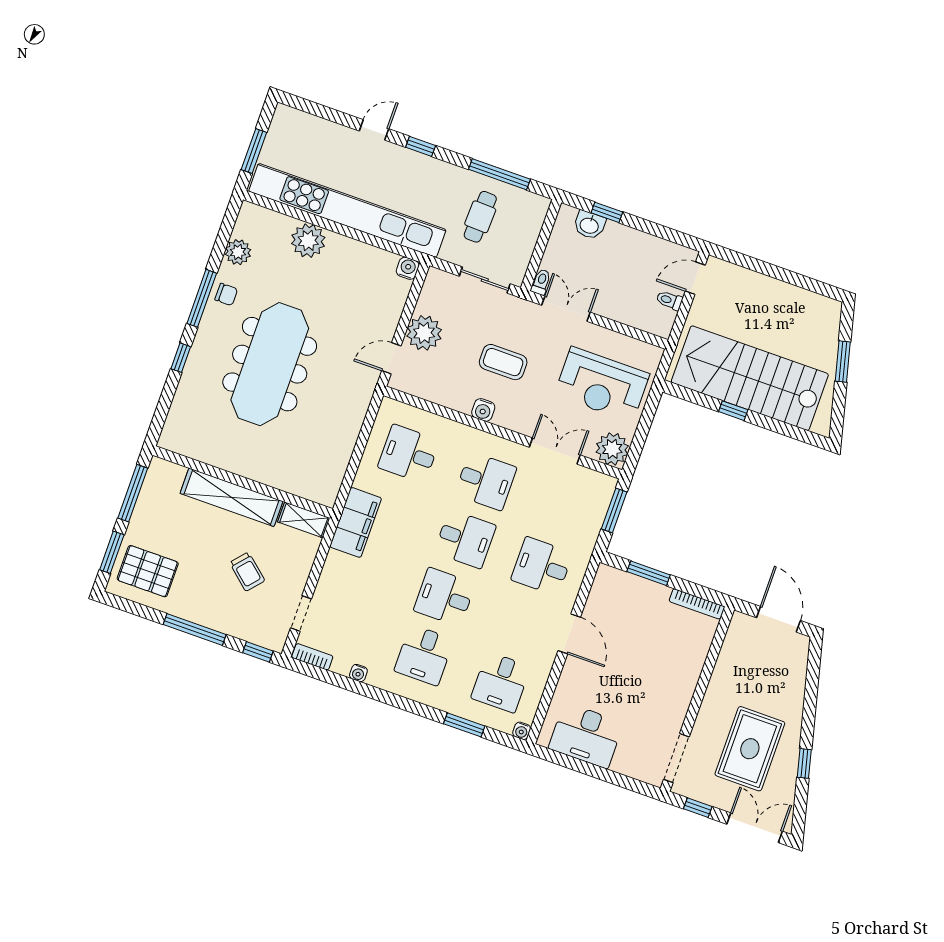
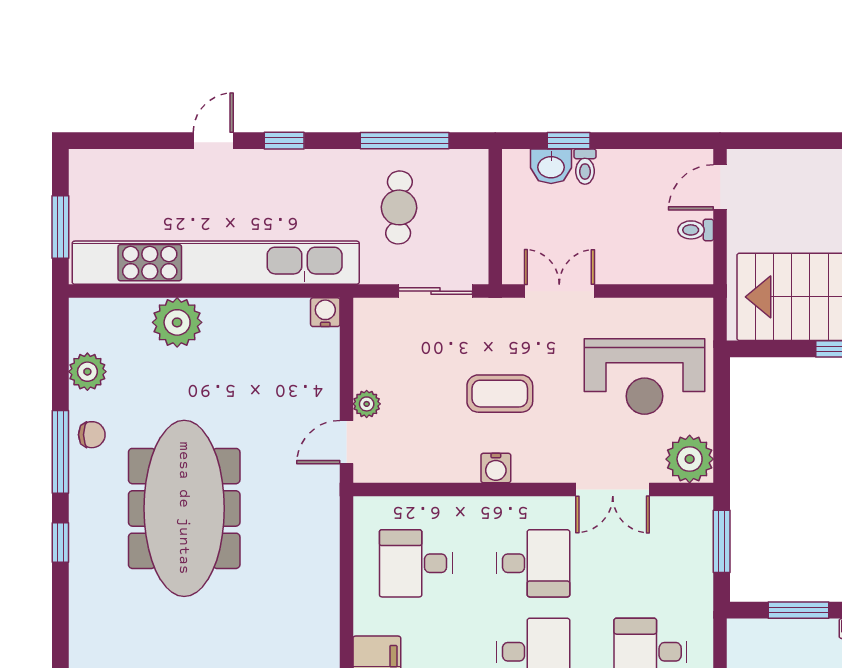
toilet: (541, 282) -> (585, 167), moved, turned 180
plant: (424, 333) -> (367, 404), width x0.53, depth x0.53
double door: (555, 451) -> (613, 489), swing flipped

